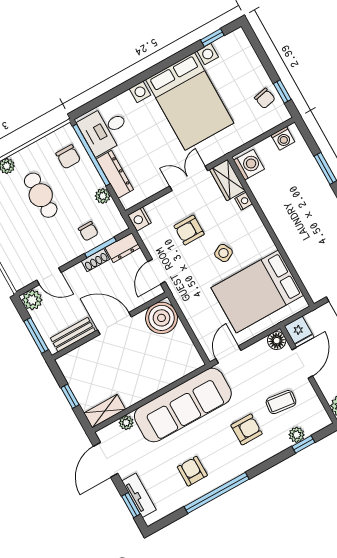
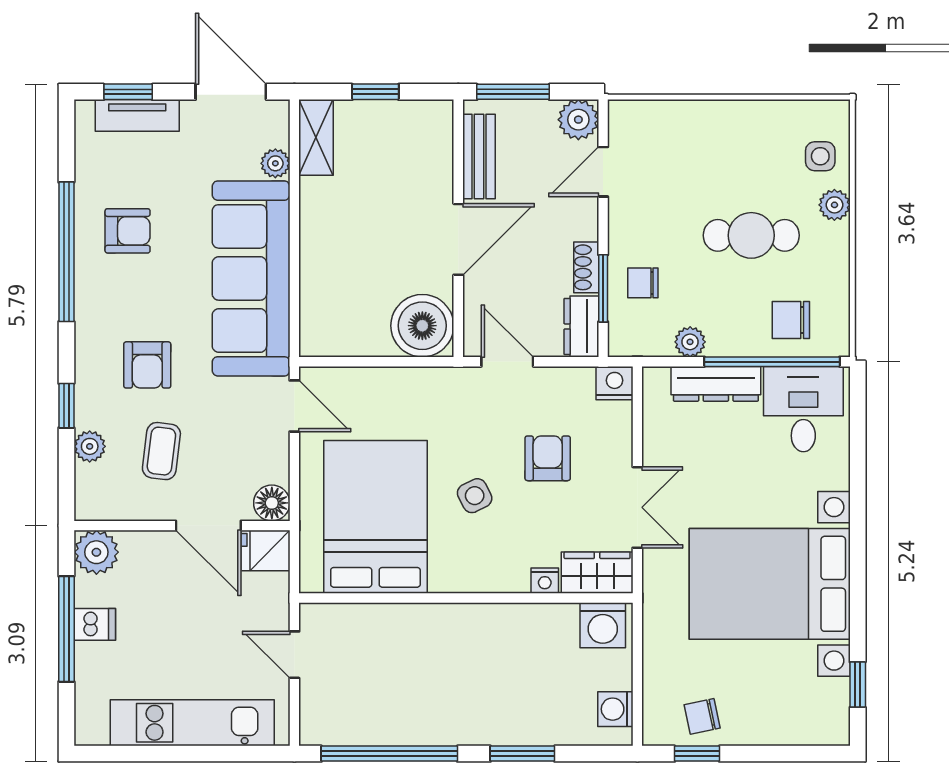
window: (303, 444) -> (66, 406), moved

